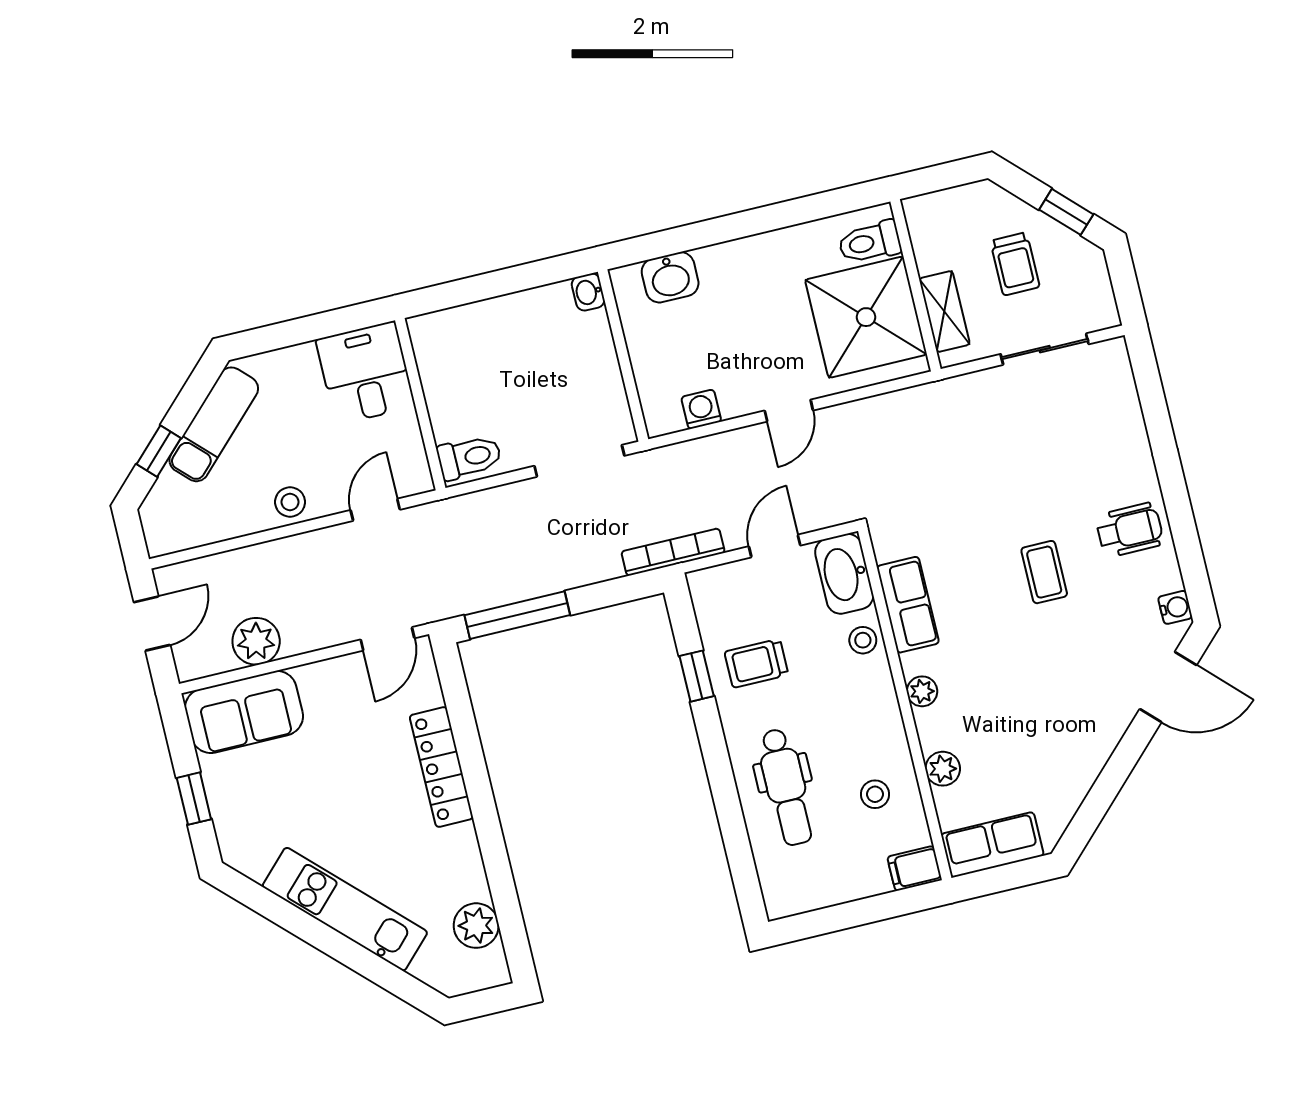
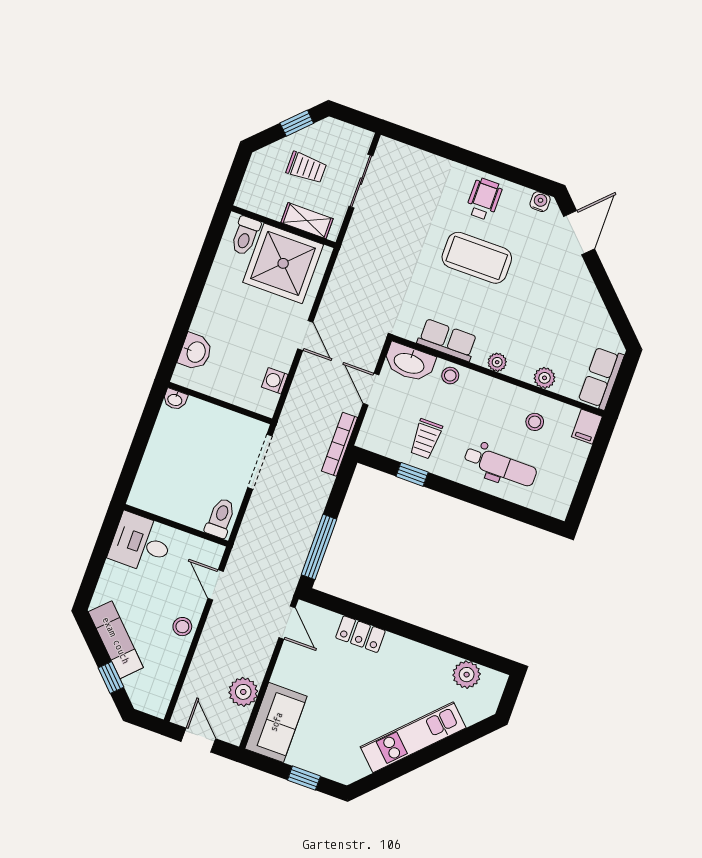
coffee table: (1044, 572) -> (477, 258), width x1.86, depth x1.72
locker: (441, 767) -> (360, 634), width x0.66

